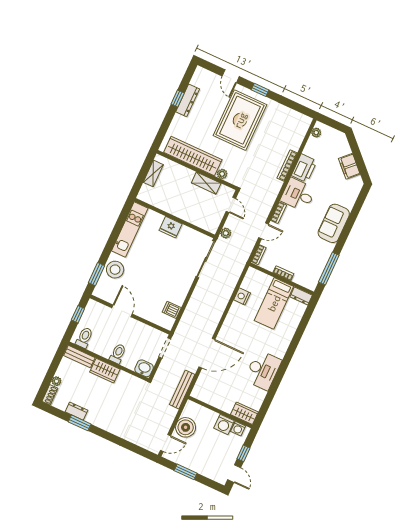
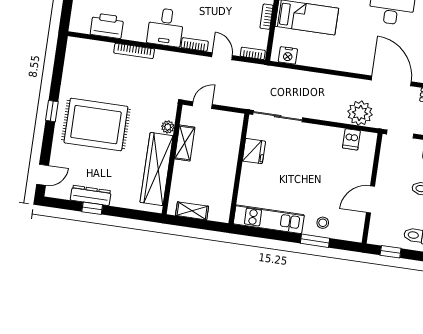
door: (231, 76) -> (43, 175), moved
plant: (316, 133) -> (84, 27), removed
printer: (304, 168) -> (107, 26), moved
fridge: (171, 227) -> (254, 151), moved
plant: (226, 233) -> (360, 113), moved, width x1.88, depth x1.88
stool: (115, 270) -> (323, 223), width x0.53, depth x0.53
window: (96, 274) -> (315, 241), moved
nightstand: (242, 296) -> (288, 55), moved

